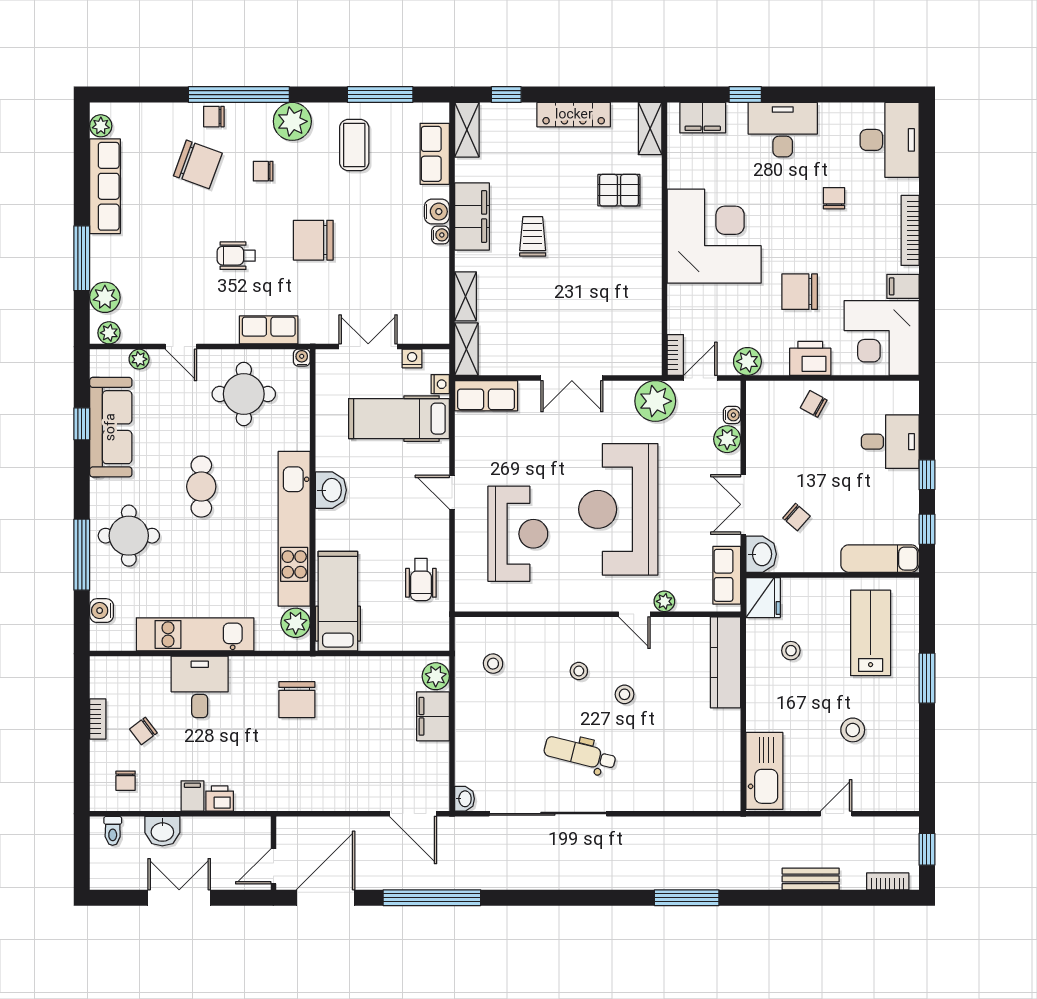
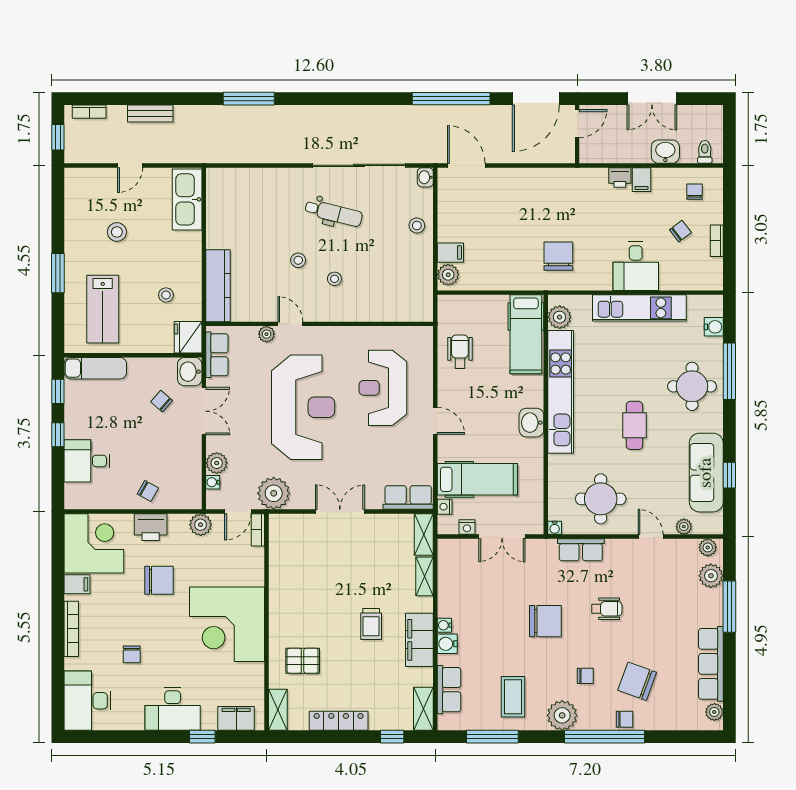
stool: (493, 664) -> (417, 226), moved
filing cabinet: (433, 716) -> (450, 253), width x0.50

